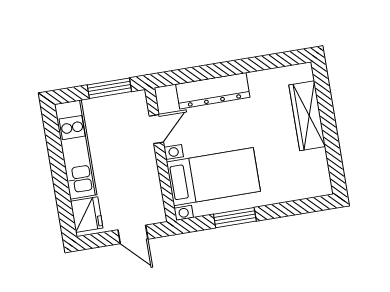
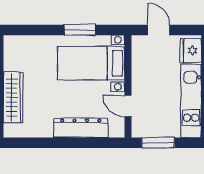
door: (156, 129) -> (128, 106), hinge flipped

